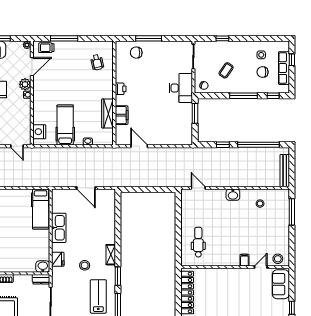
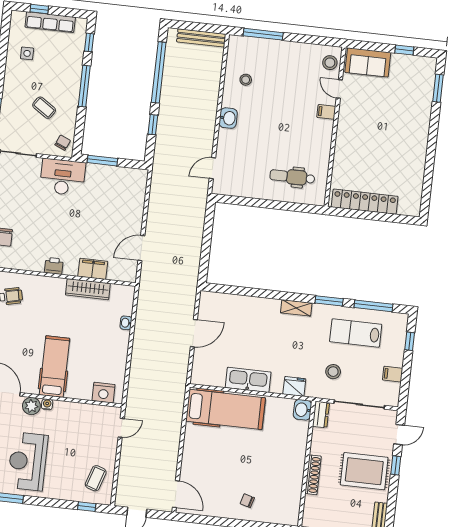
chair: (263, 72) -> (53, 54), removed
hospital bed: (65, 125) -> (54, 367), moved, turned 90
hospital bed: (41, 209) -> (226, 409), width x1.37, depth x1.29
stool: (85, 265) -> (333, 372), moved

